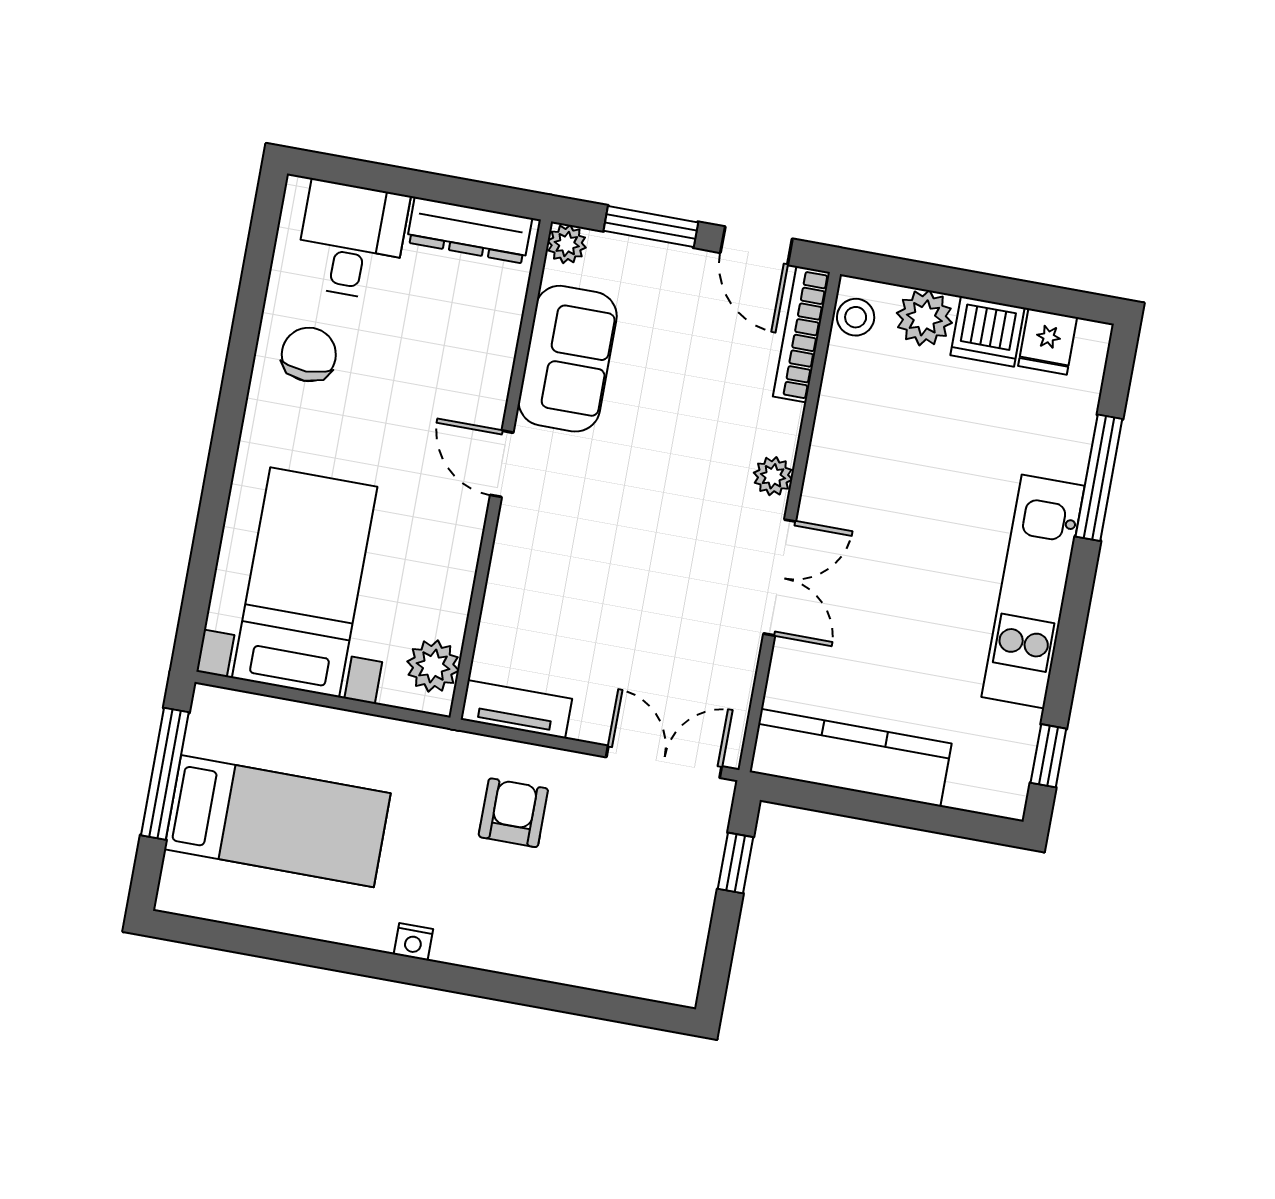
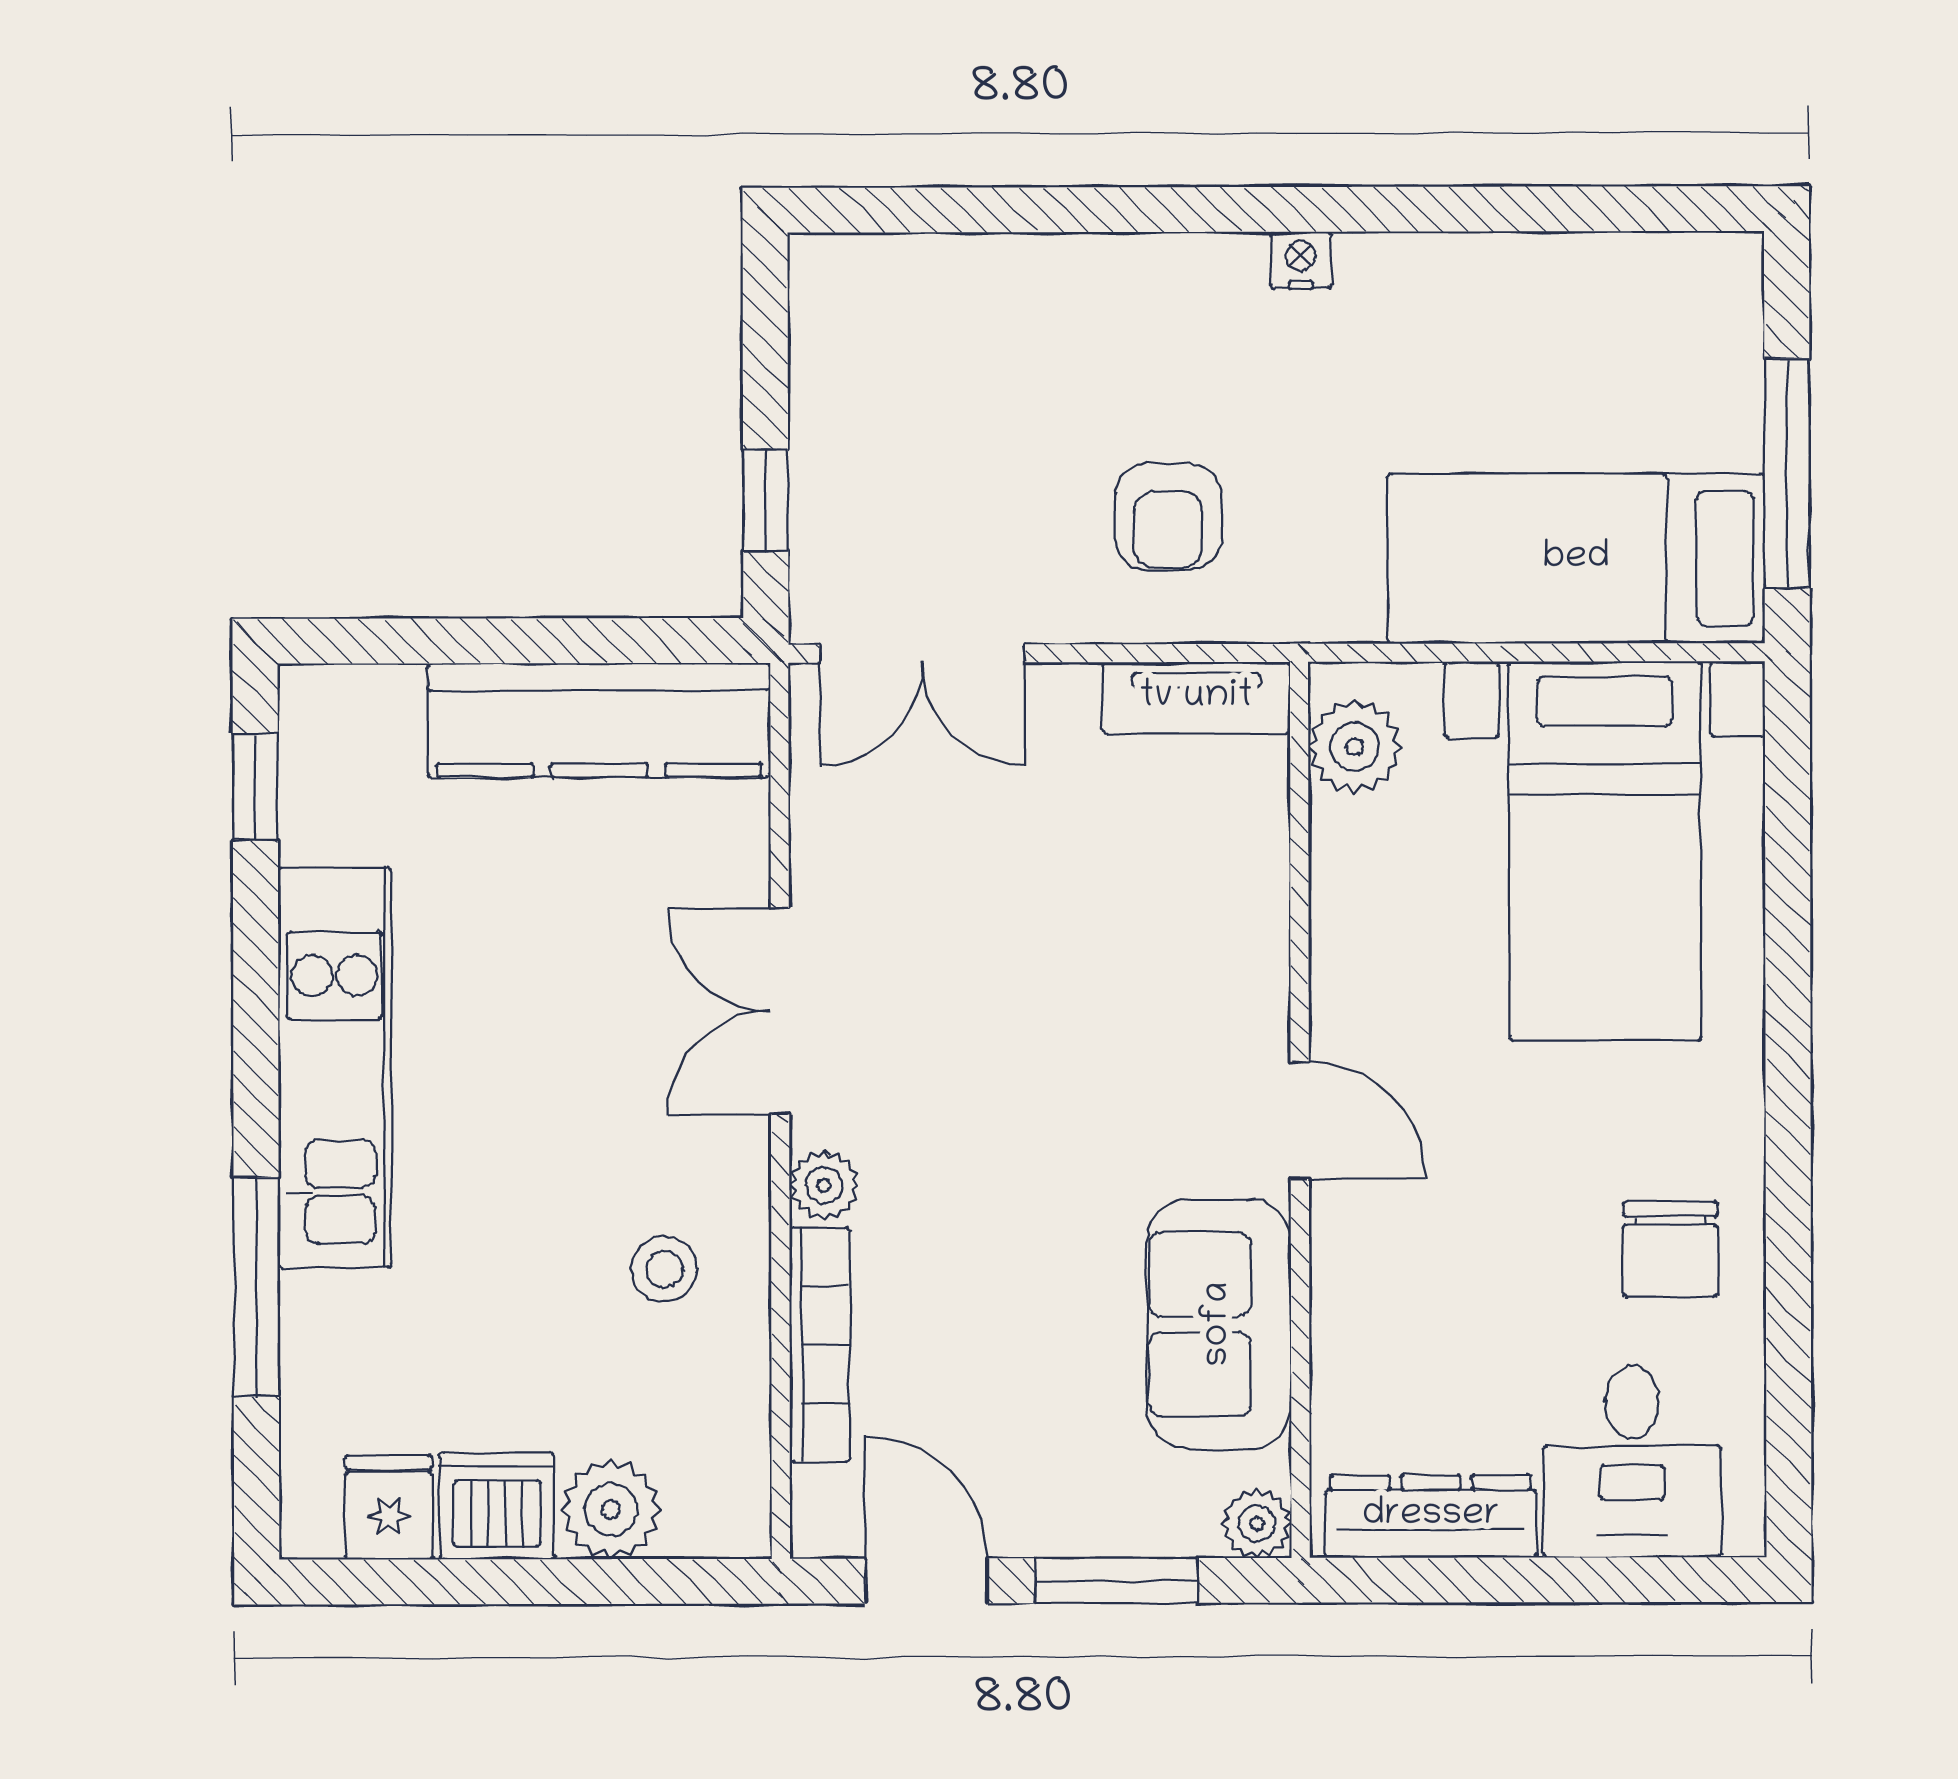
stool: (856, 317) -> (664, 1269), moved
bookcase: (801, 334) -> (820, 1345), moved
bed: (277, 821) -> (1576, 559), moved

